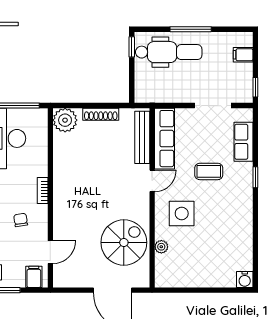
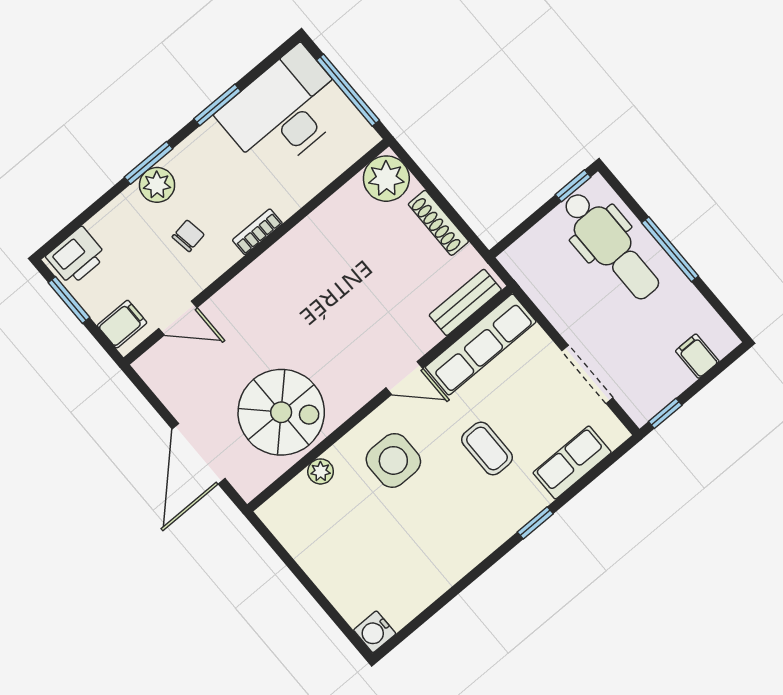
bench: (142, 137) -> (465, 302), width x0.73

